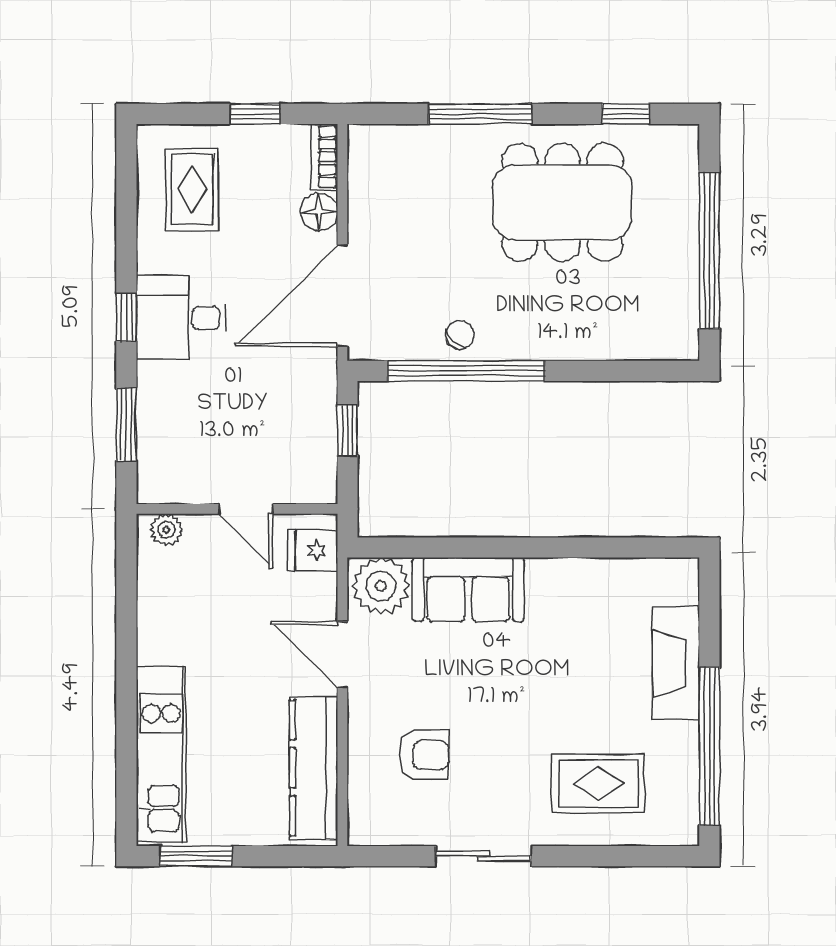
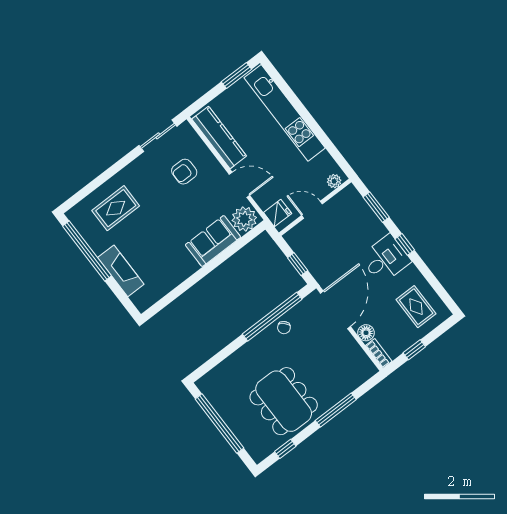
dining table: (562, 202) -> (284, 401), turned 90
kitchen unit: (161, 754) -> (285, 113), width x1.36
sliding door: (484, 856) -> (158, 136), moved

